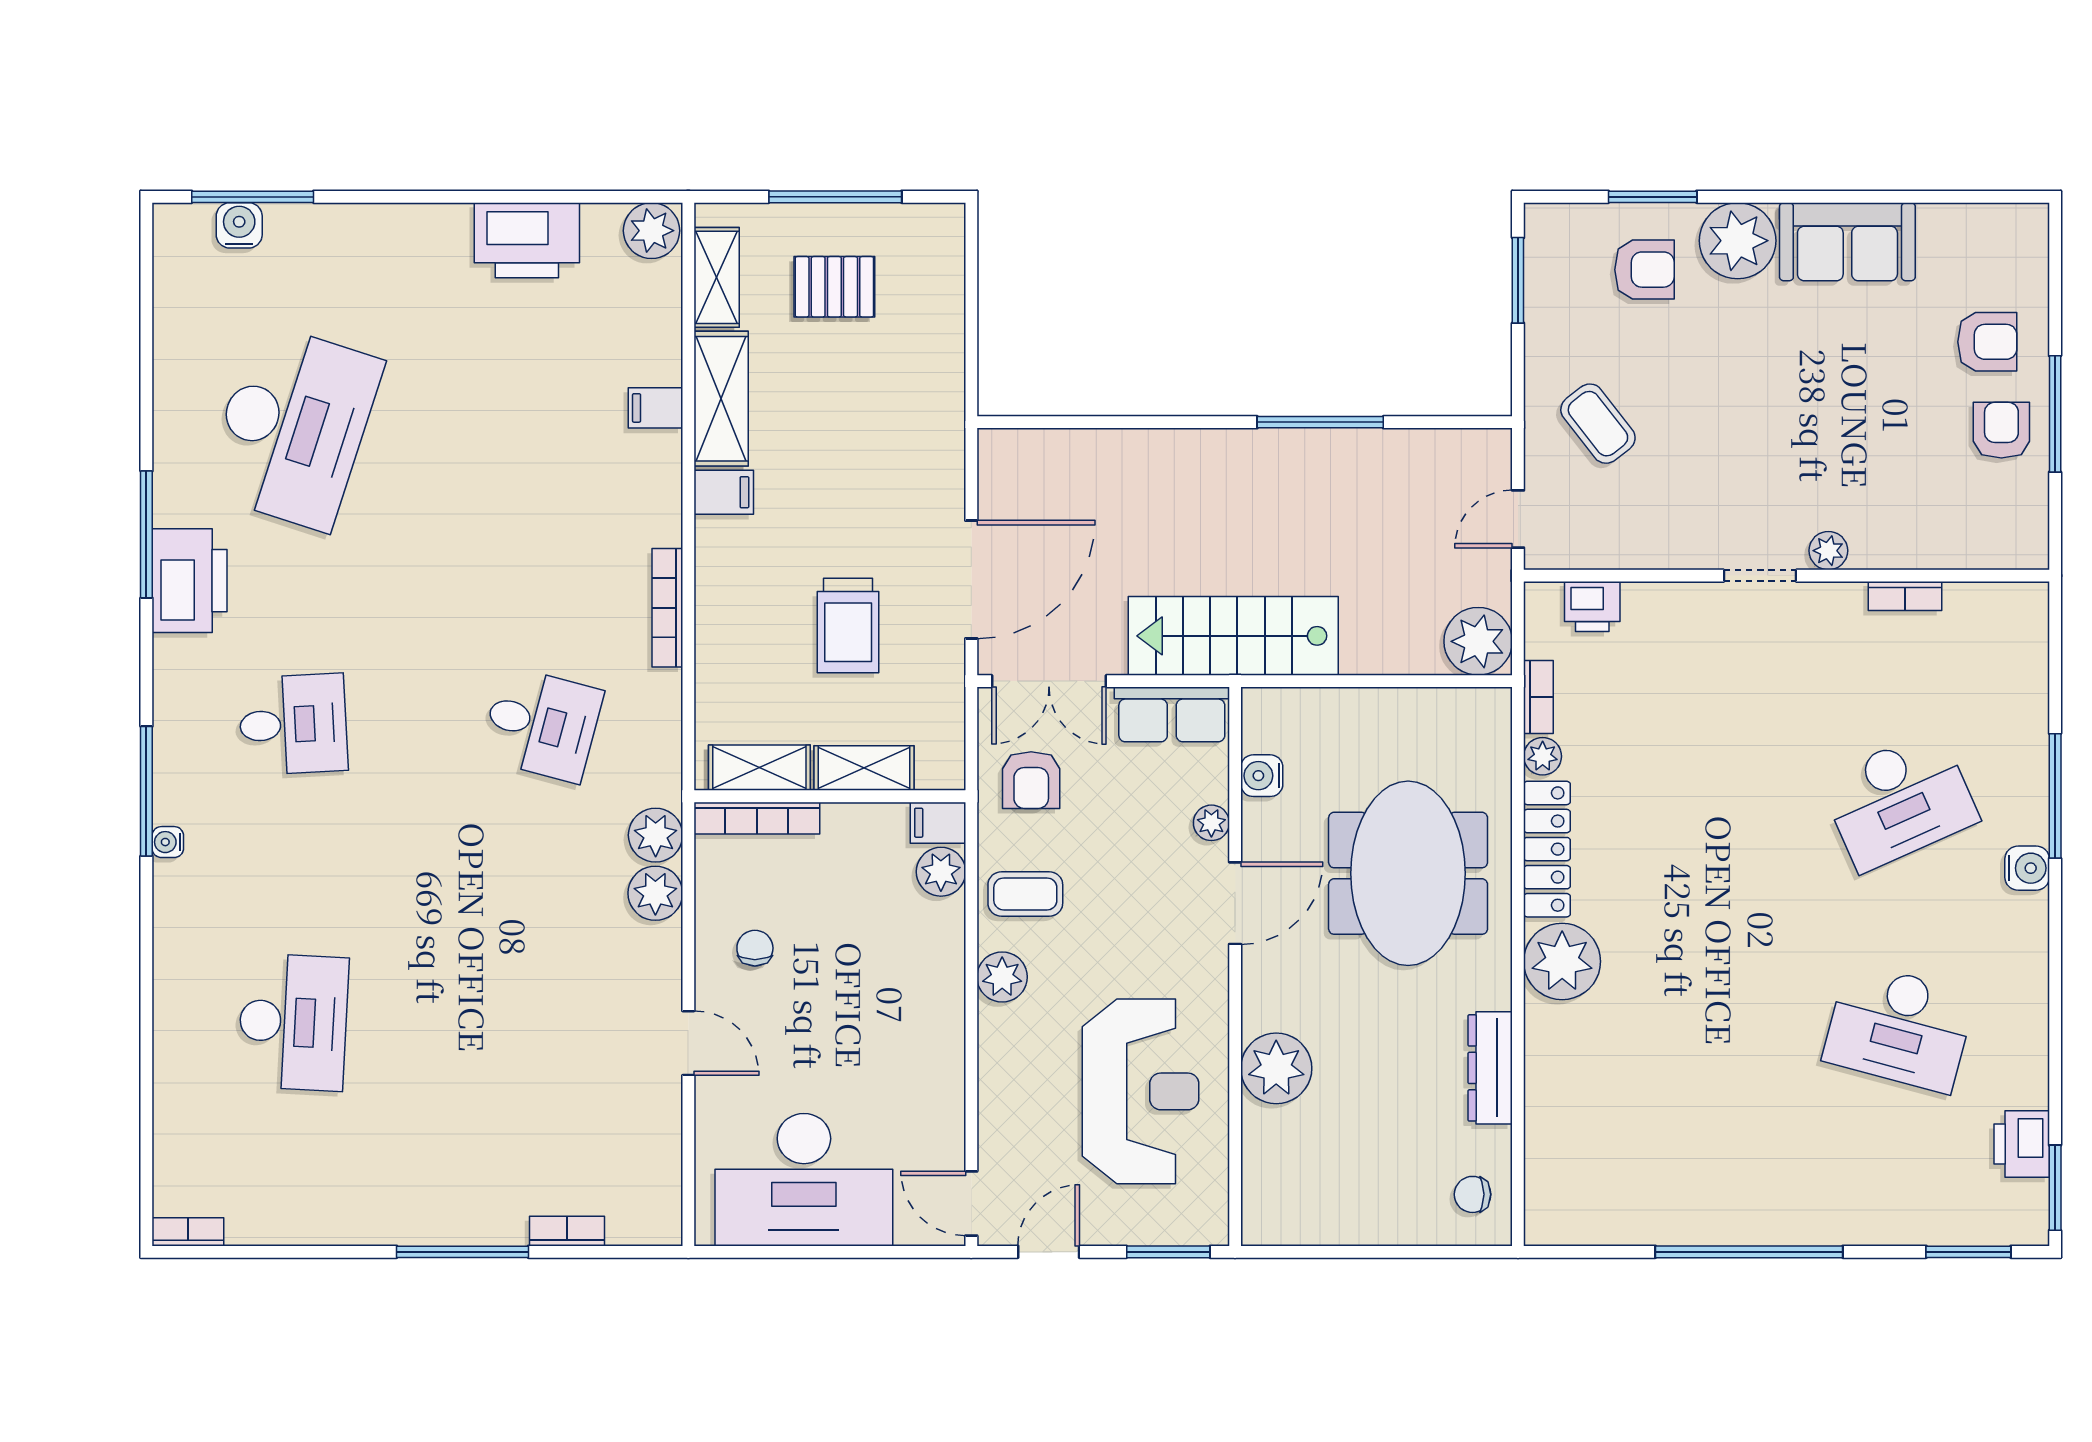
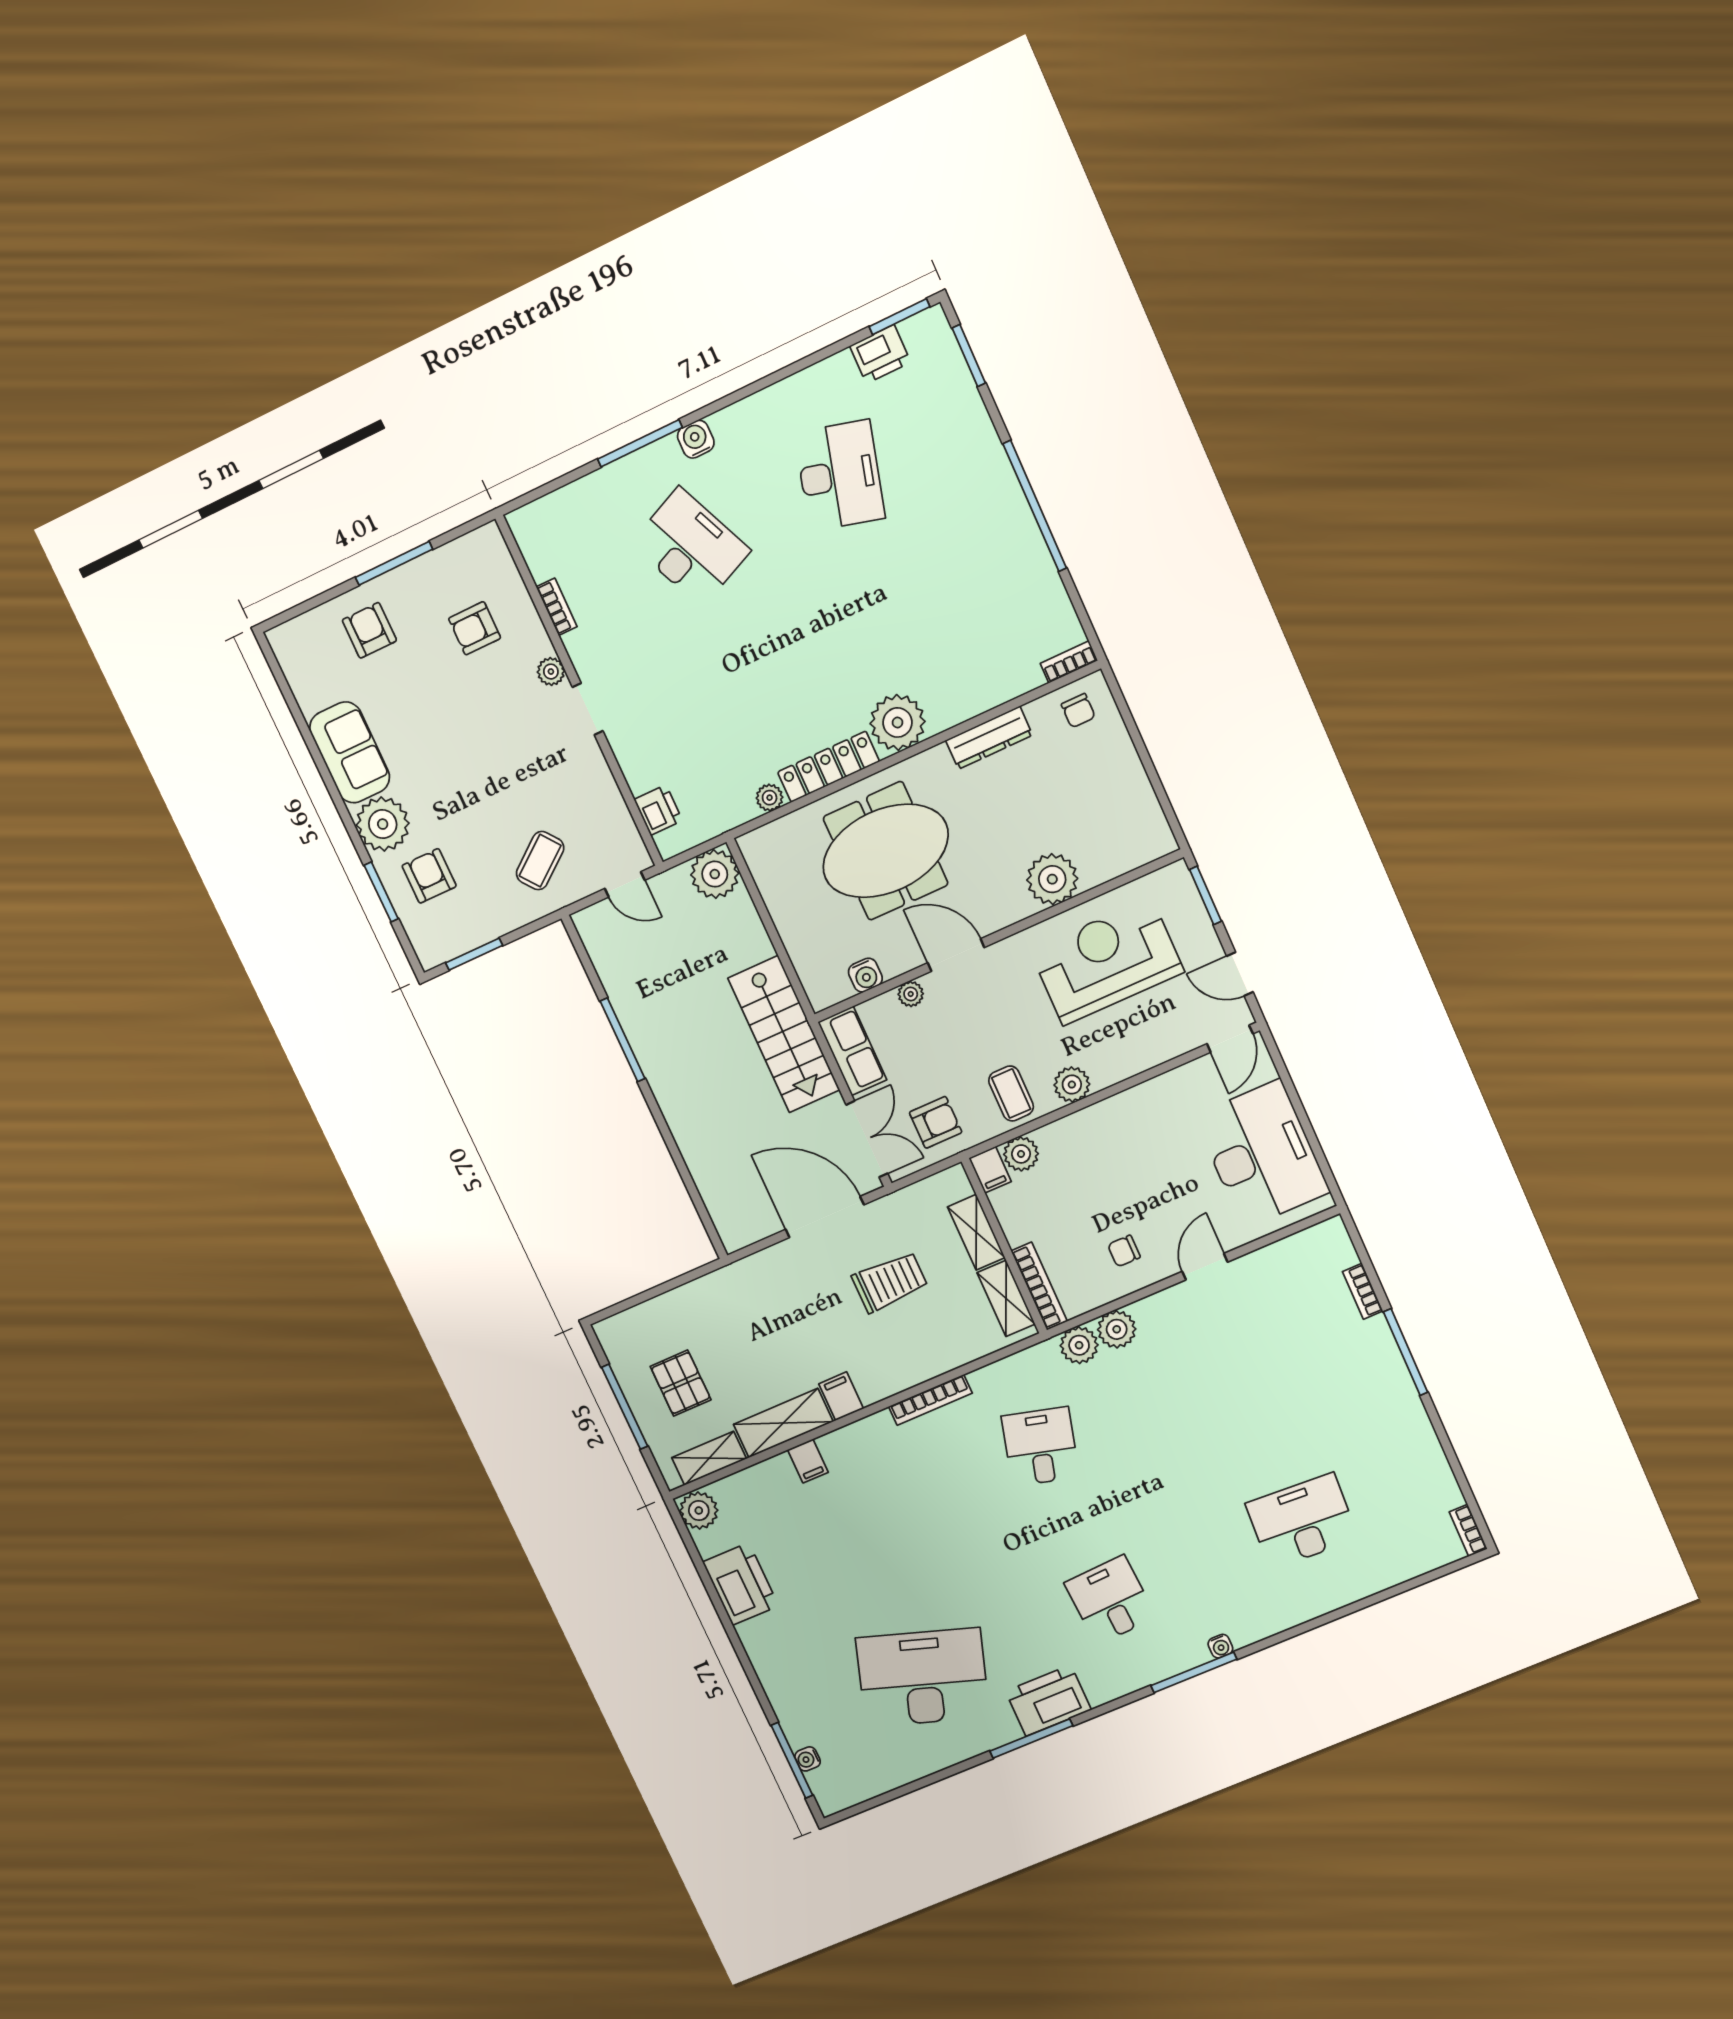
water cooler: (239, 225) -> (808, 1759), width x0.72, depth x0.72
armchair: (2001, 430) -> (475, 628), moved
bookcase: (1538, 697) -> (1069, 662), moved

